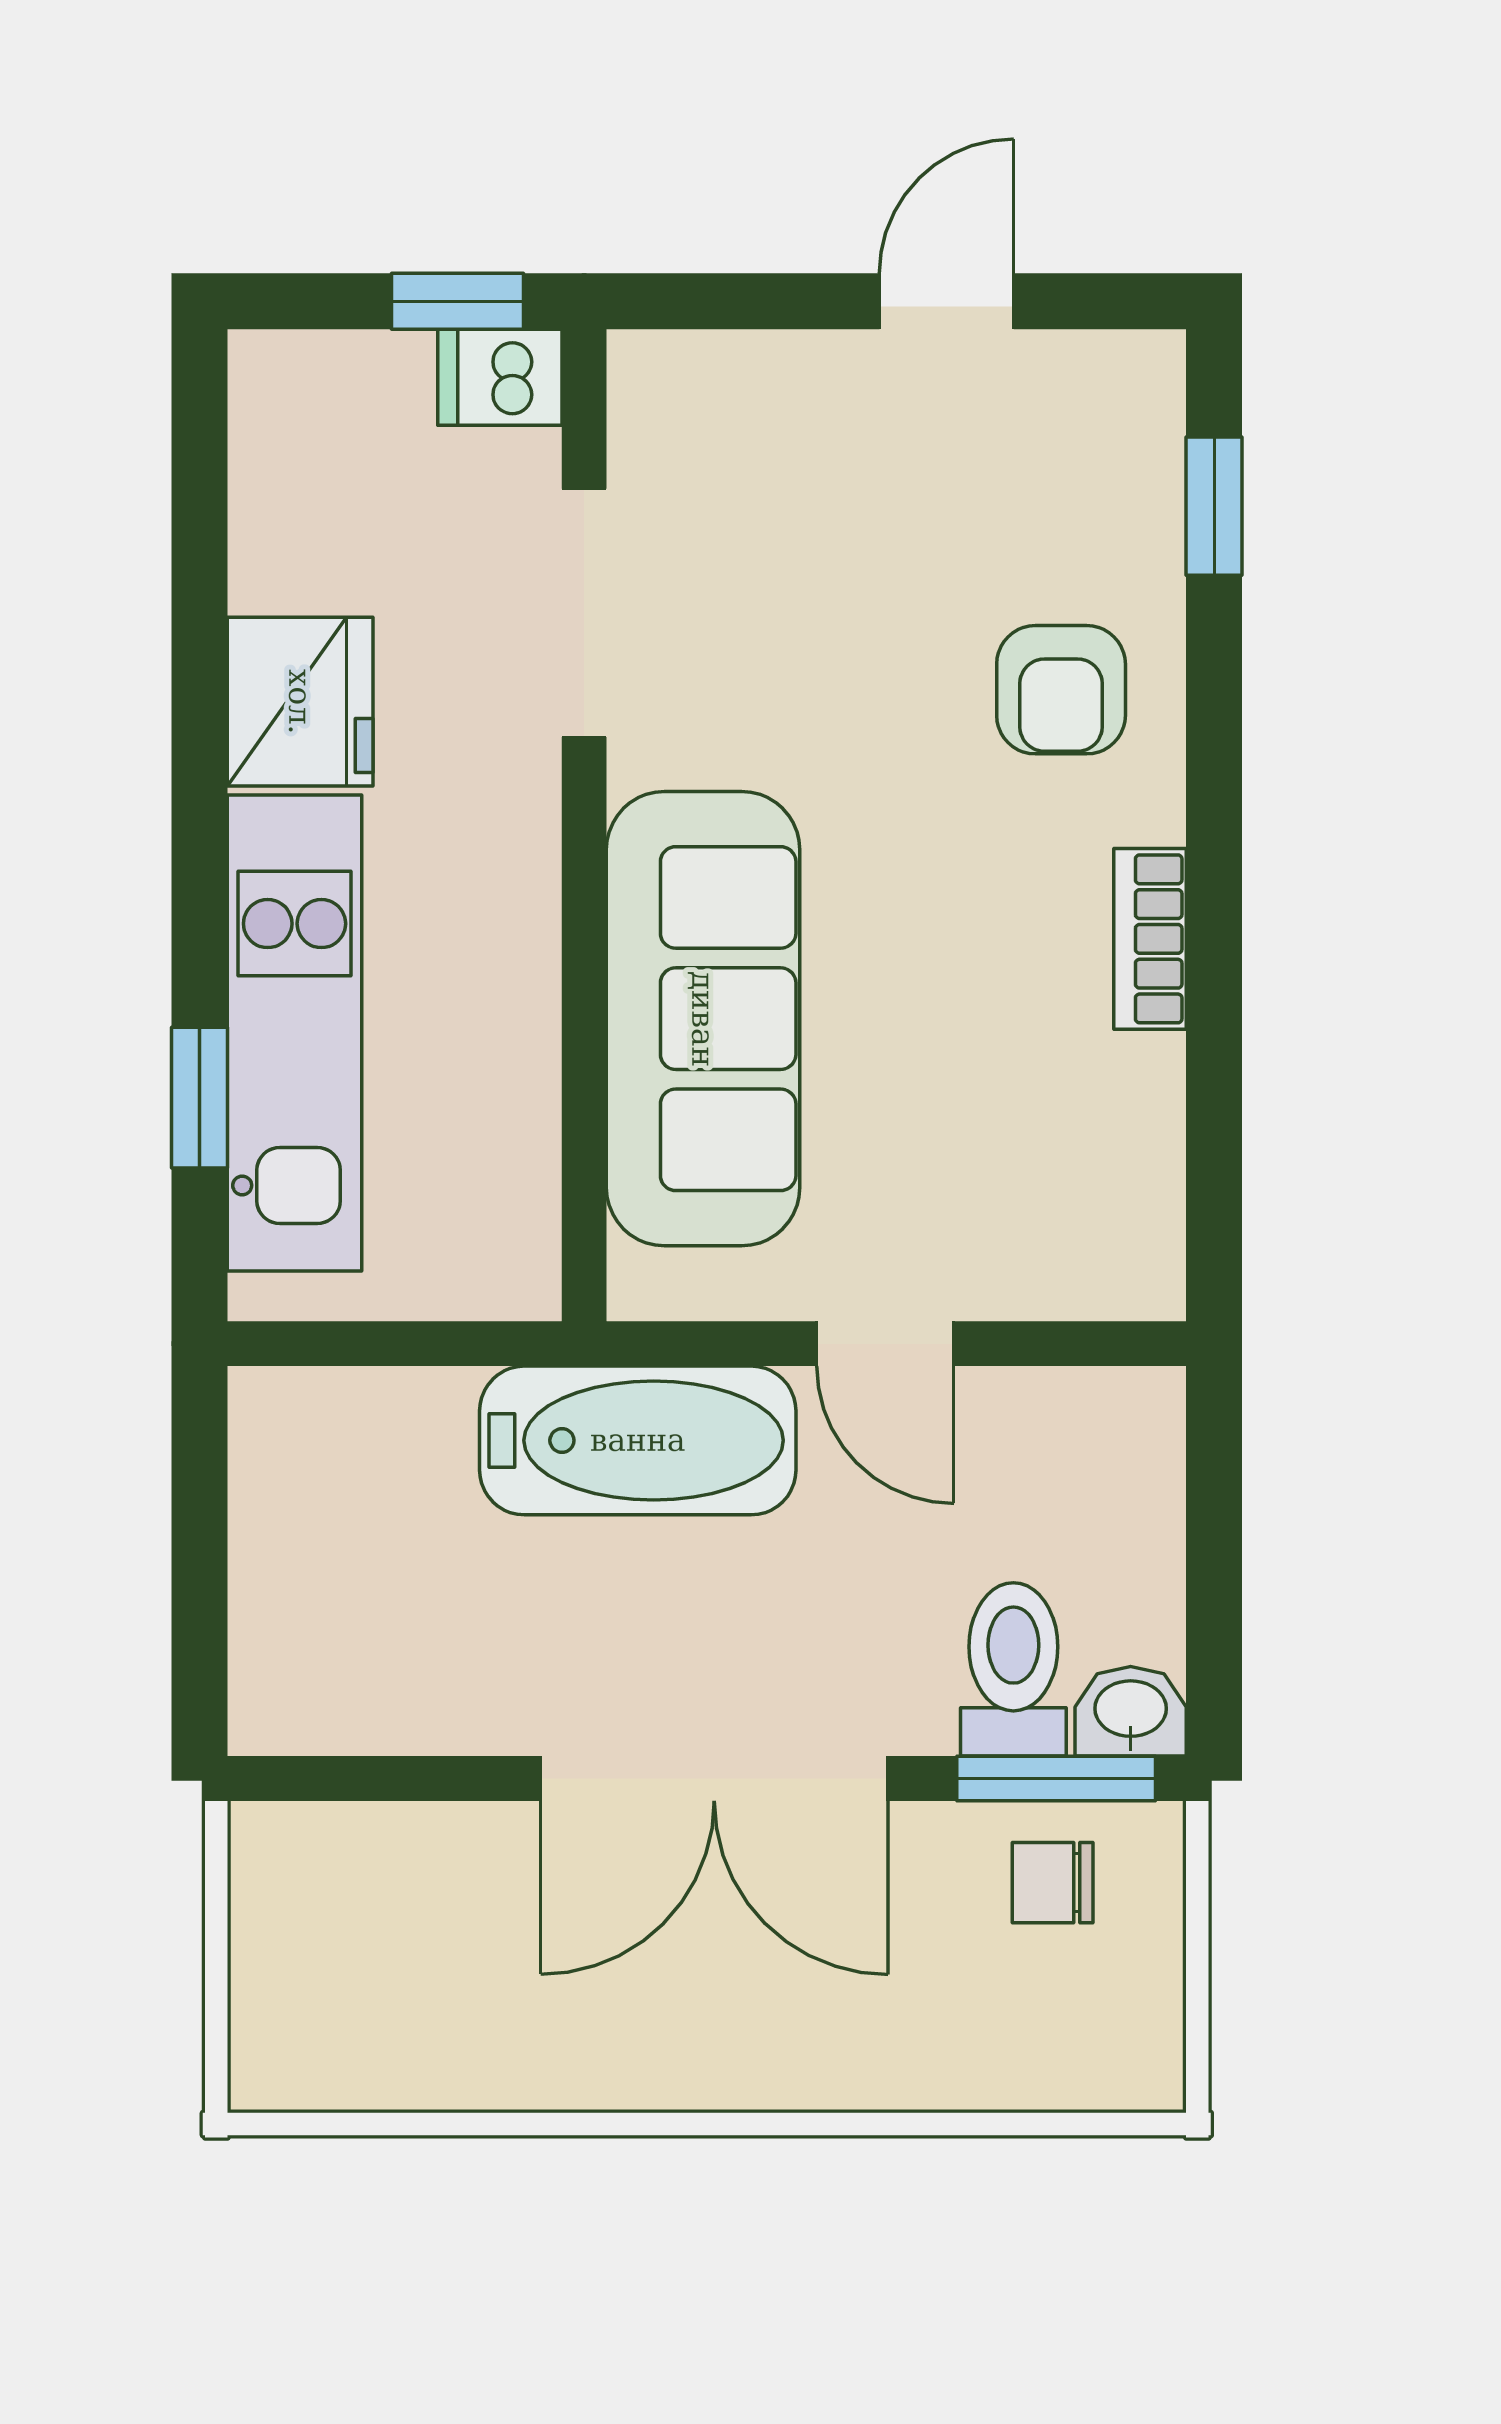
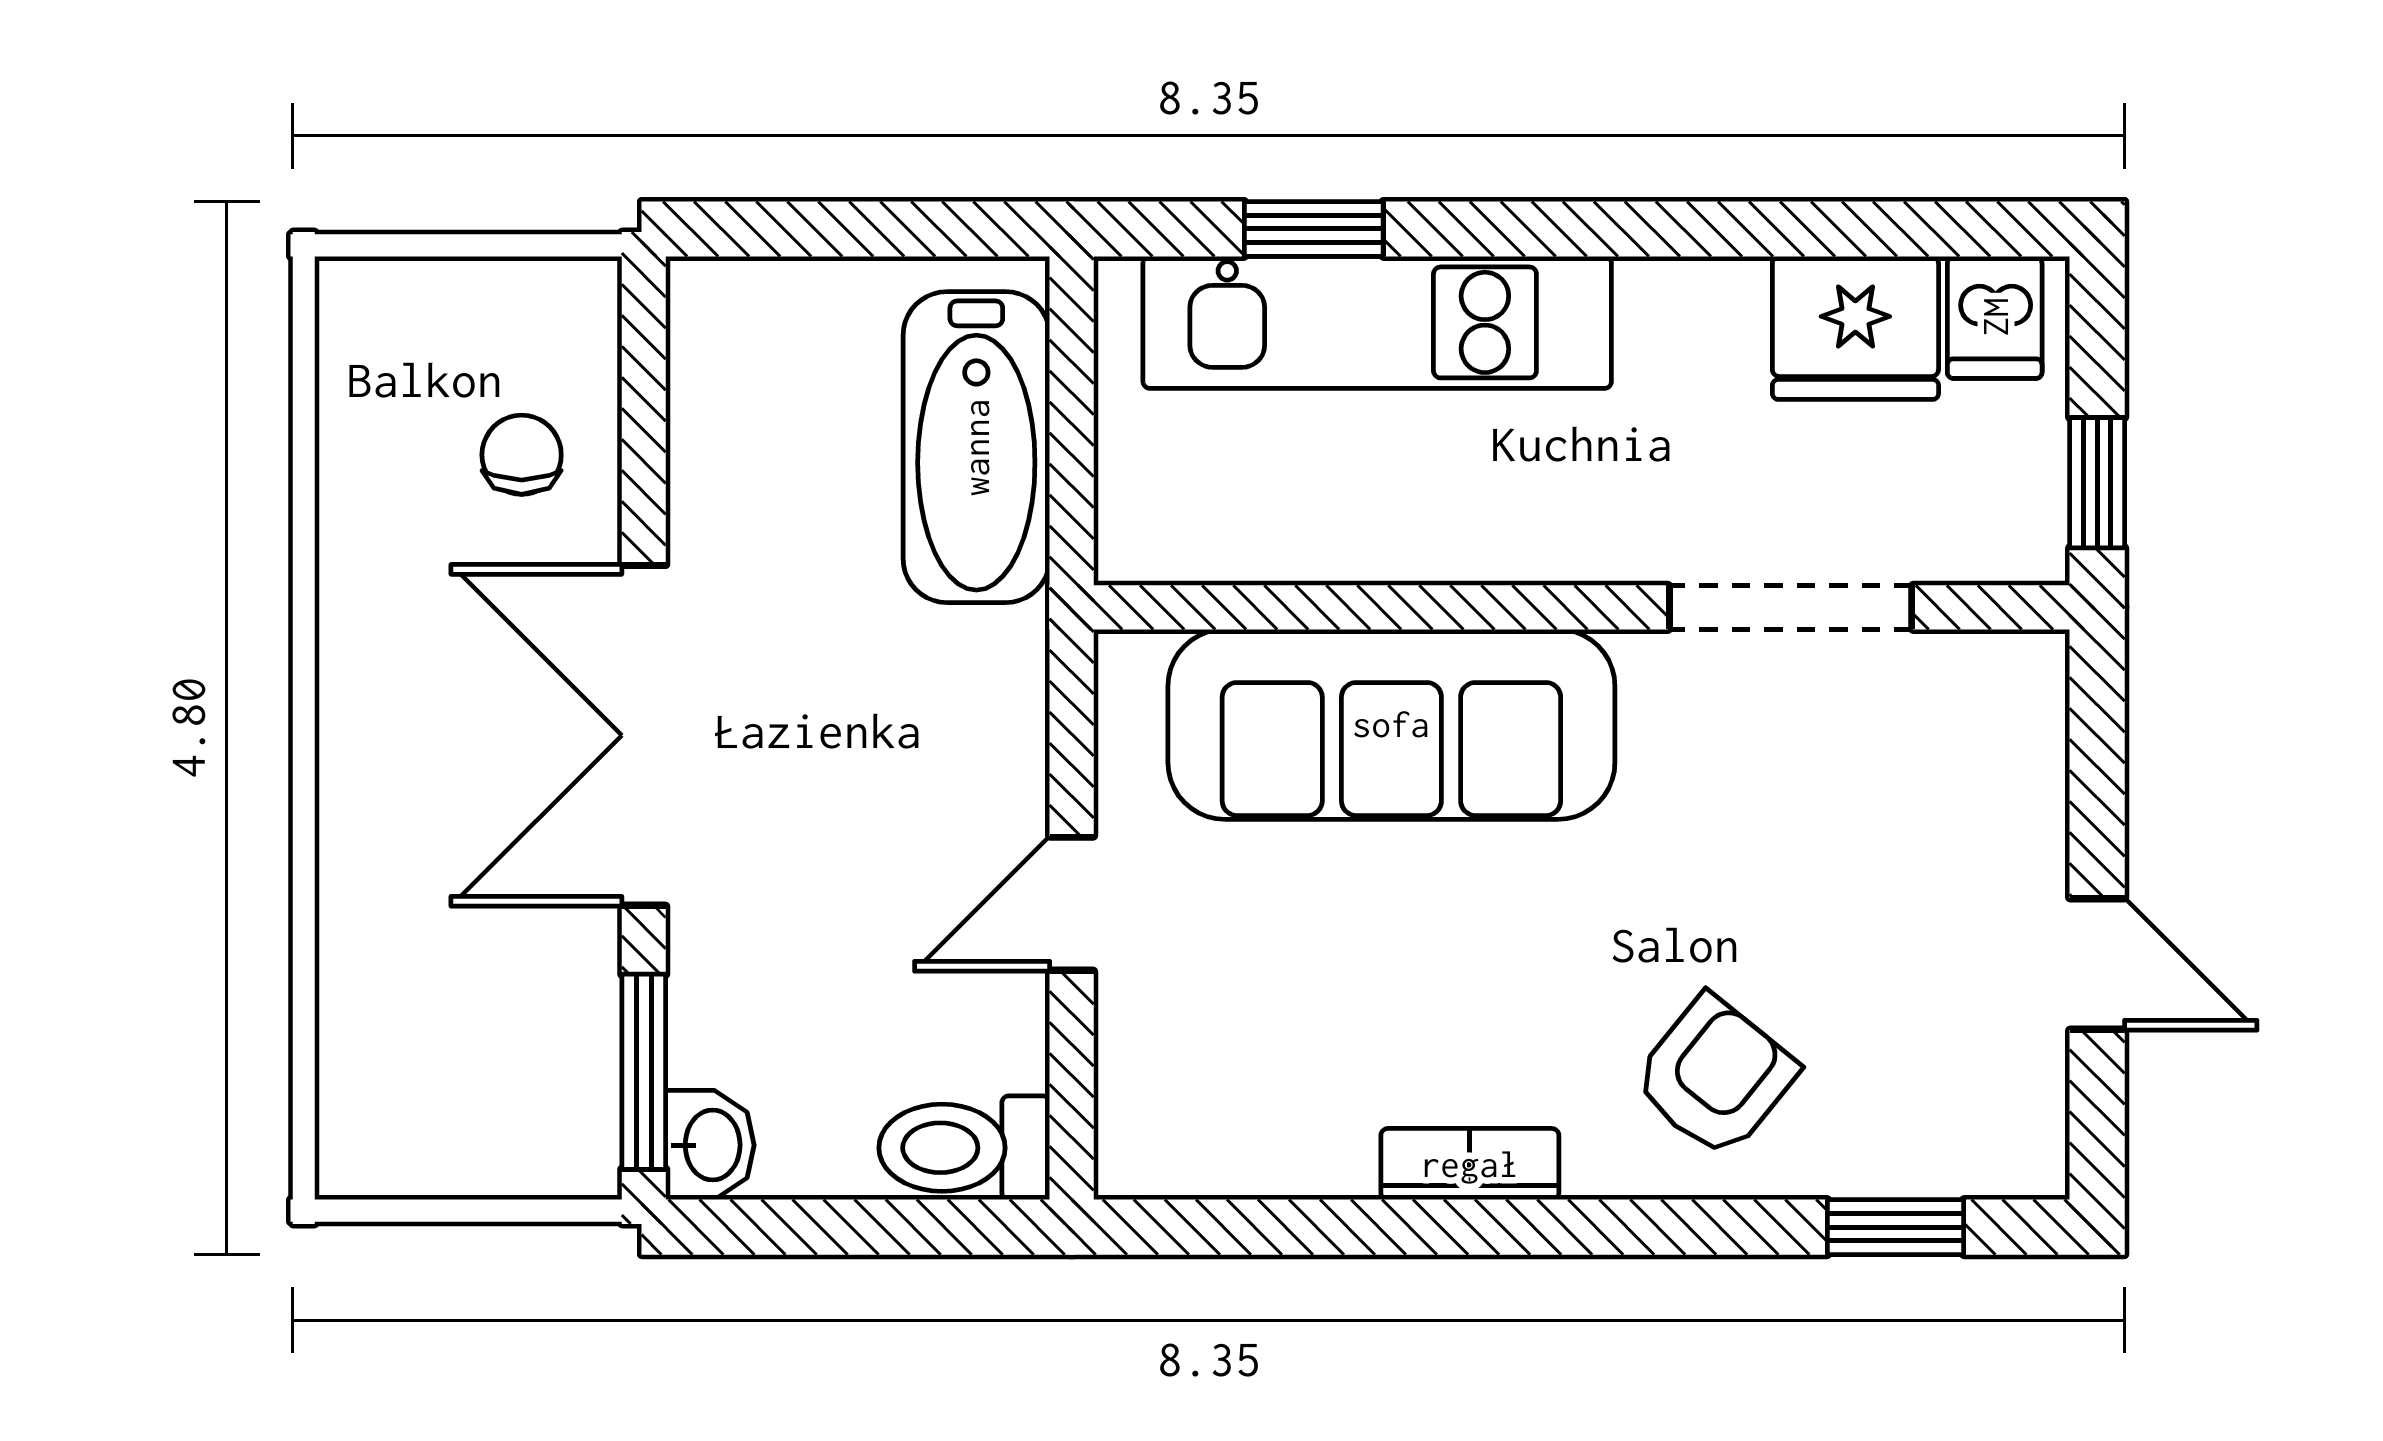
dishwasher: (500, 377) -> (1995, 317), moved, turned 180
armchair: (1061, 690) -> (1715, 1077), turned 129
fridge: (300, 702) -> (1855, 328), moved
bathtub: (638, 1440) -> (976, 447), moved
toilet: (1013, 1669) -> (964, 1148), moved, turned 180
chair: (1053, 1883) -> (522, 455), moved

